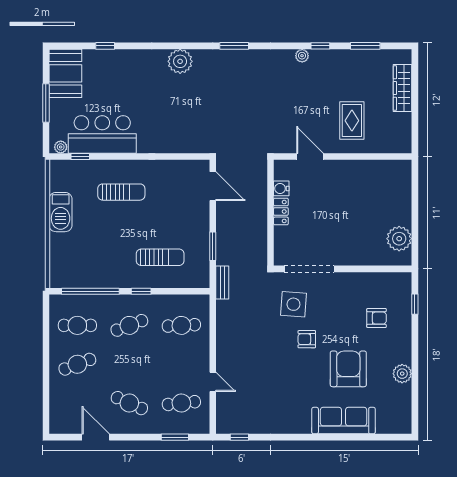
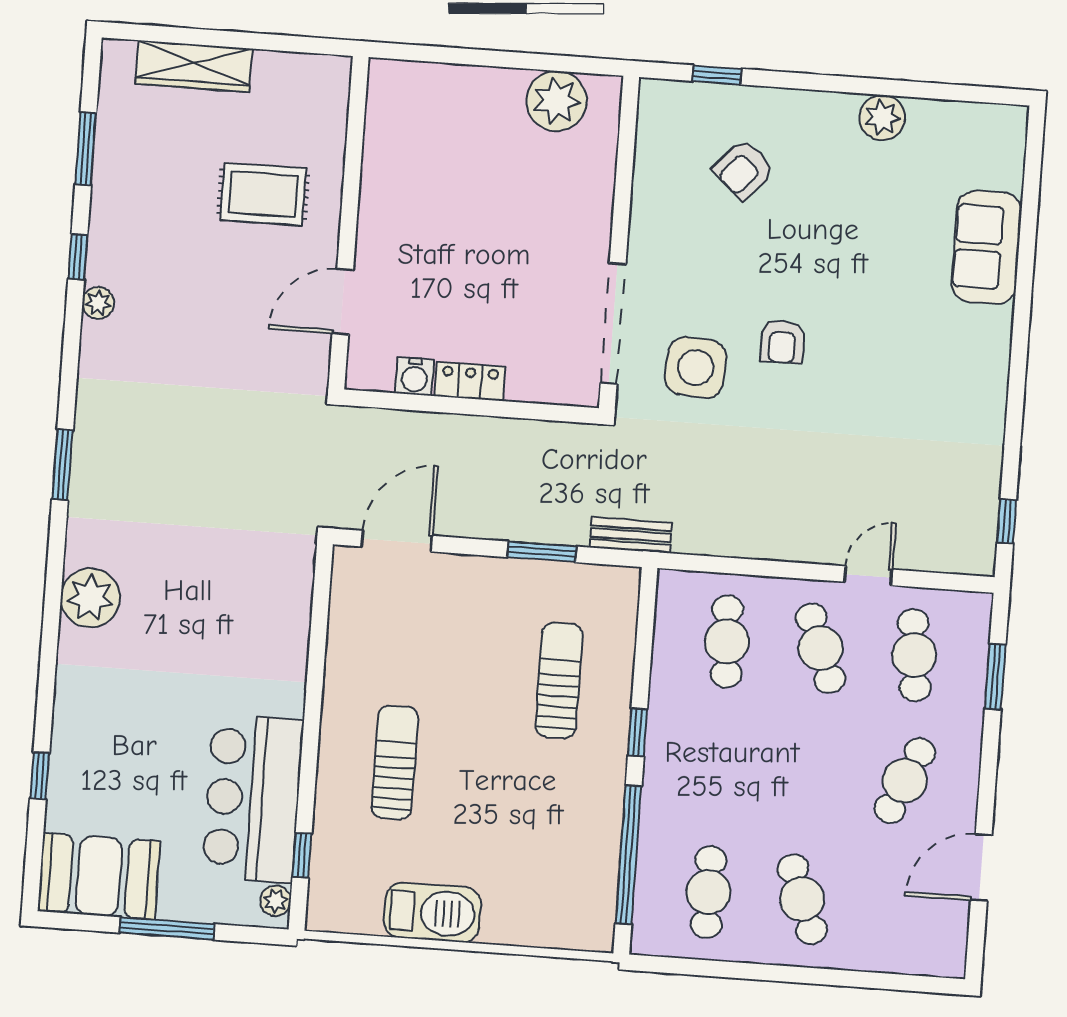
armchair: (377, 318) -> (744, 170), turned -138
cafe table: (129, 325) -> (821, 648), moved
armchair: (348, 369) -> (861, 247), removed
sofa: (344, 421) -> (987, 247), width x0.73

